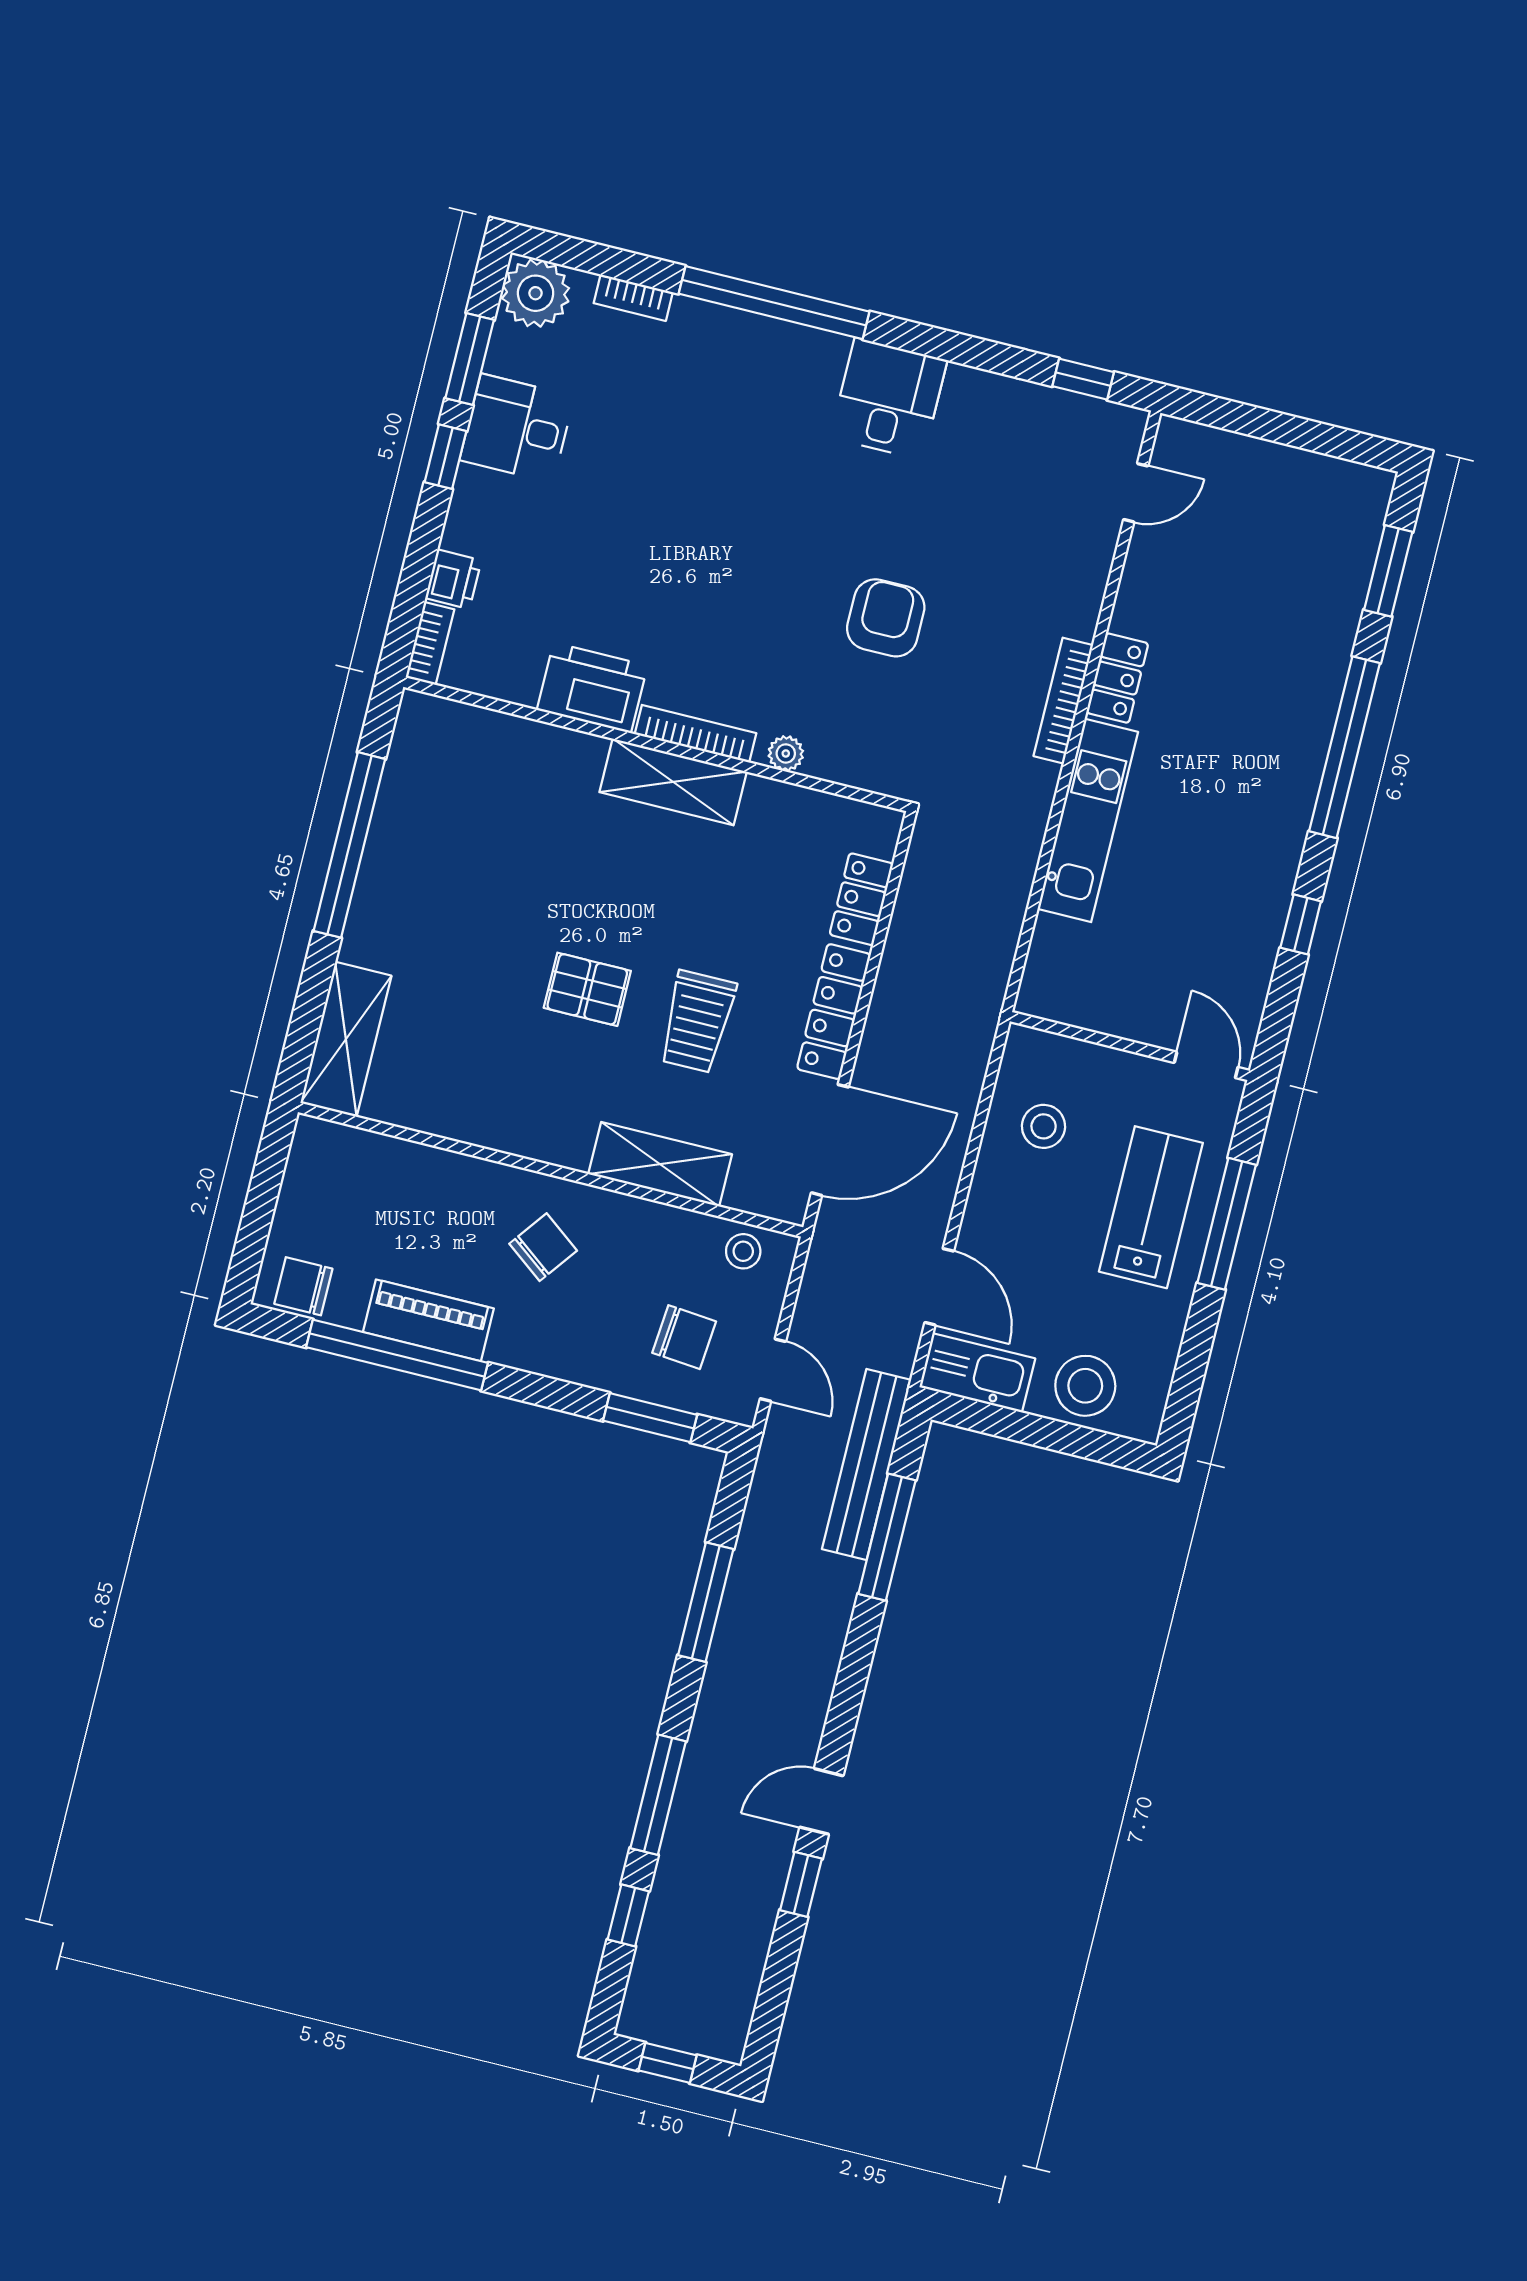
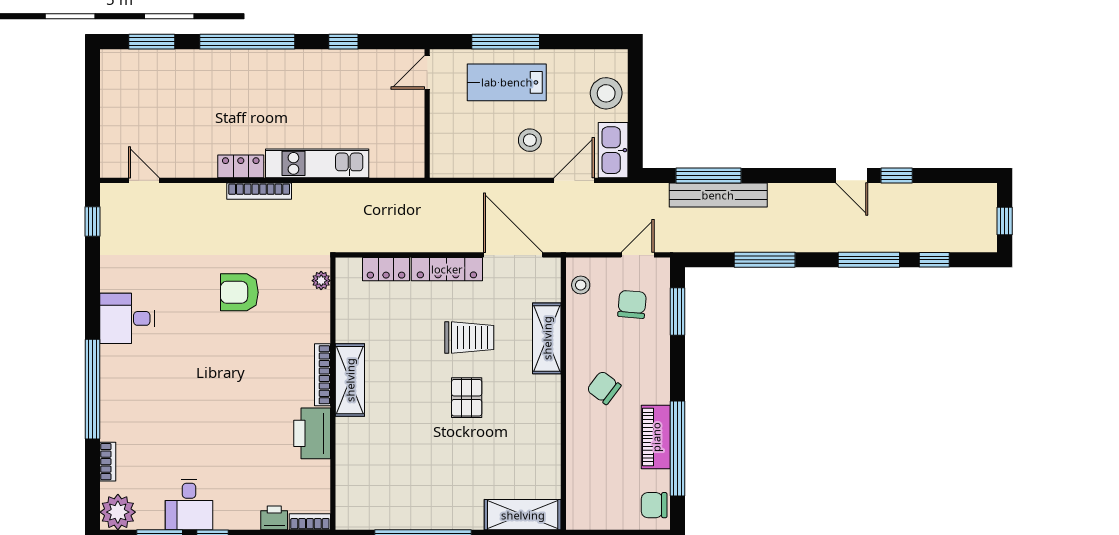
plant: (786, 753) -> (321, 281), moved
stool: (1044, 1126) -> (530, 140), moved
chair: (303, 1286) -> (654, 505), turned 90
bench: (867, 1465) -> (718, 195), moved

